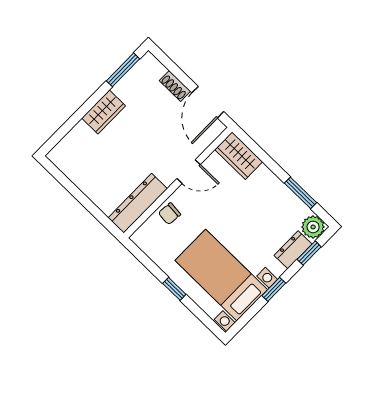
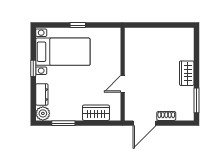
door: (208, 102) -> (144, 123), swing flipped
wardrobe: (239, 156) -> (96, 113), moved
dresser: (138, 203) -> (132, 47), removed
chair: (169, 214) -> (113, 57), removed
window: (309, 253) -> (33, 100), removed

